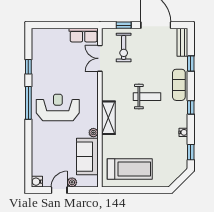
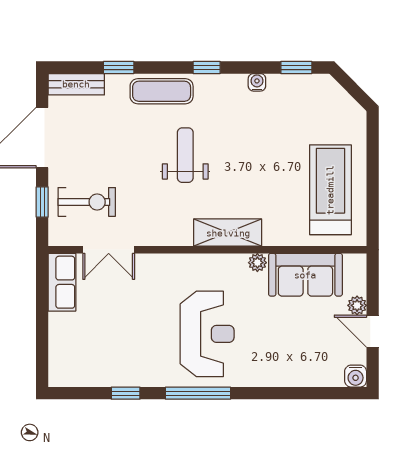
reception desk: (58, 108) -> (207, 334), turned 180

